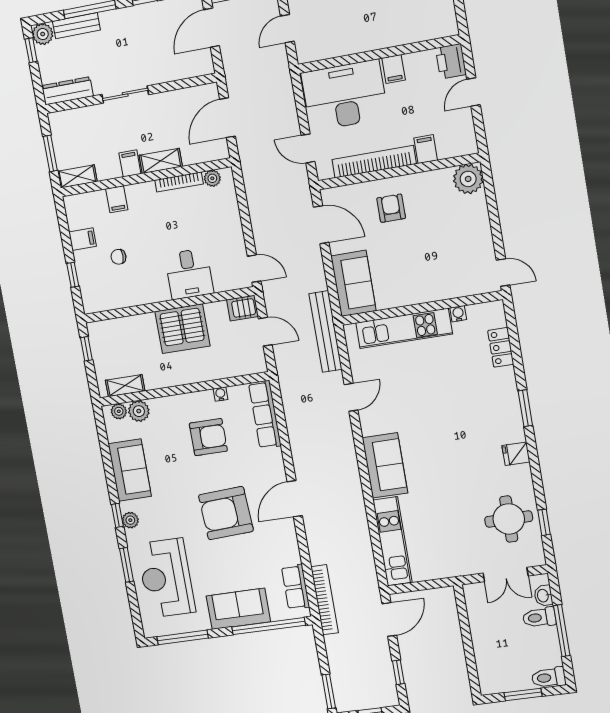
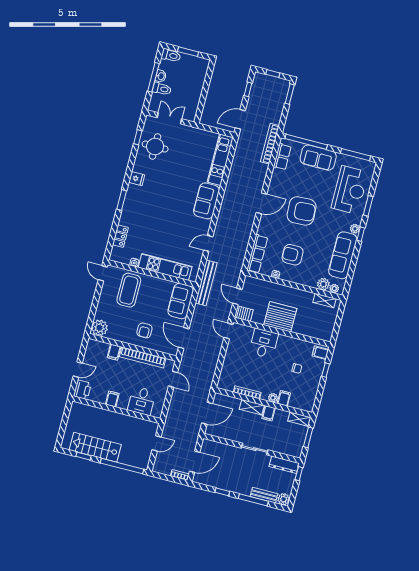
window: (31, 50) -> (299, 474), moved
desk: (345, 95) -> (142, 401), width x0.53, depth x0.77
plant: (212, 178) -> (273, 398), moved
filing cabinet: (83, 239) -> (320, 353), moved
coffee table: (447, 264) -> (129, 290), added
window: (86, 349) -> (336, 329), removed
sofa: (130, 470) -> (343, 255), width x1.36
washbasin: (543, 596) -> (161, 76), moved

